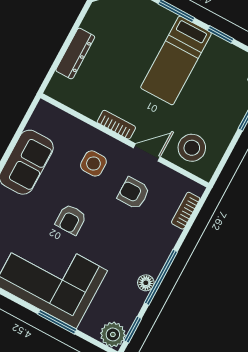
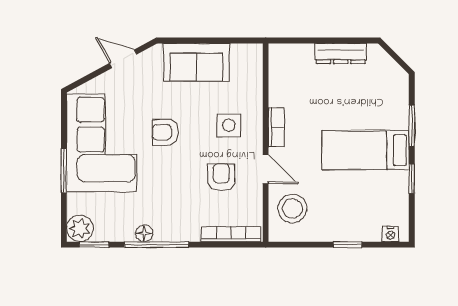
dresser: (75, 54) -> (341, 53), moved
bookcase: (186, 211) -> (231, 234), width x1.56

